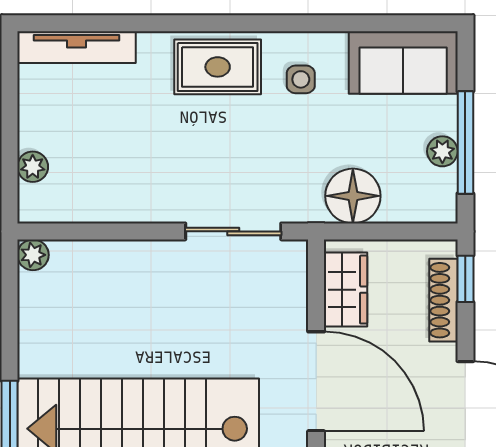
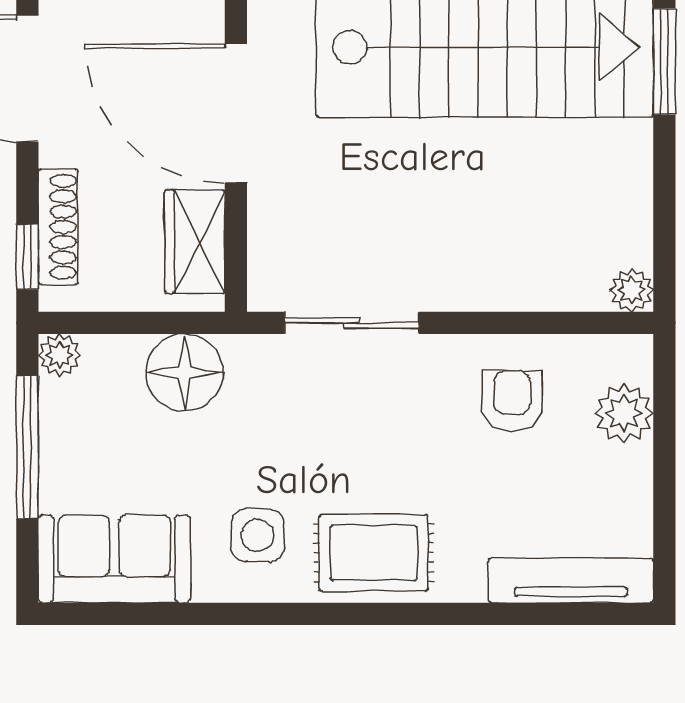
side table: (301, 79) -> (257, 535), width x1.37, depth x1.37
plant: (442, 151) -> (59, 355), moved
plant: (33, 167) -> (624, 413), width x1.38, depth x1.38
armchair: (119, 176) -> (512, 401), added

